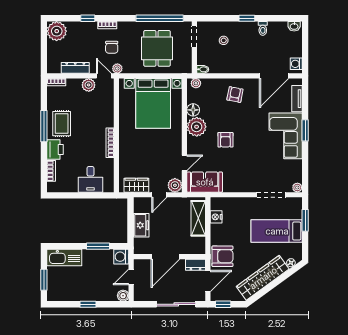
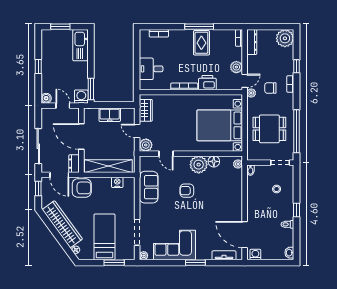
dresser: (75, 68) -> (252, 42), moved
armchair: (235, 95) -> (228, 199), removed
rug: (62, 124) -> (201, 43), turned 90
corner sofa: (286, 136) -> (175, 245), moved
printer: (55, 150) -> (207, 83), moved, turned 180
sofa: (205, 182) -> (149, 187), moved
shelving: (198, 218) -> (108, 166), width x1.47
window: (98, 246) -> (91, 89), moved
armchair: (222, 256) -> (82, 188), turned -90

